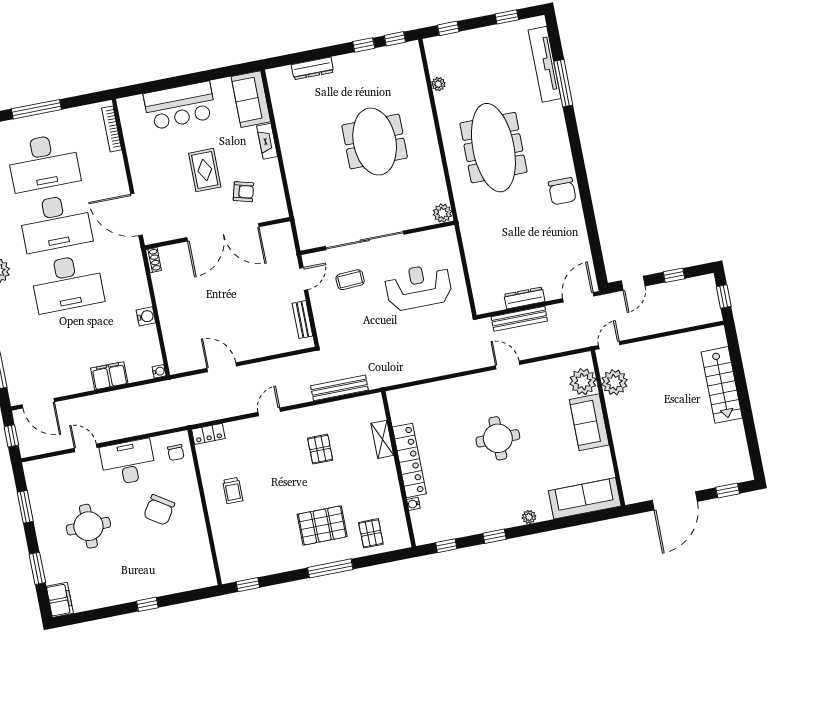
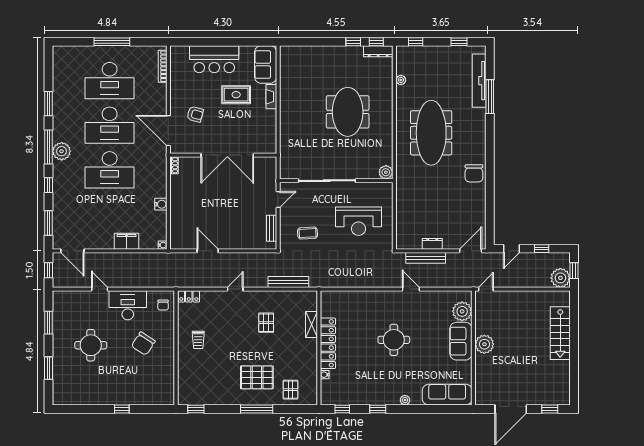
dresser: (313, 68) -> (378, 51), moved
rug: (205, 170) -> (236, 95), moved, turned 90
armchair: (243, 192) -> (195, 114), moved
coffee table: (350, 280) -> (308, 233), moved
reception desk: (418, 287) -> (358, 221), turned 180
dresser: (524, 298) -> (432, 244), width x0.70
plant: (707, 310) -> (560, 278), added
plant: (614, 382) -> (484, 344), moved
filing cabinet: (60, 600) -> (60, 394), removed

